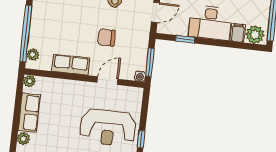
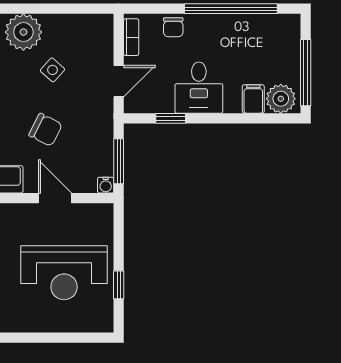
desk: (210, 23) -> (199, 88), width x0.73
chair: (106, 38) -> (46, 130), turned -153
door: (108, 81) -> (55, 198), hinge flipped

